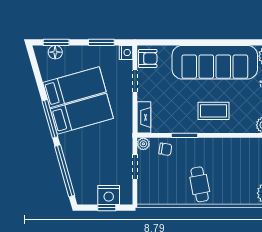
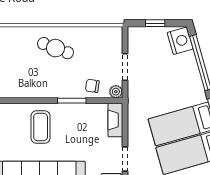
coffee table: (214, 111) -> (41, 127), turned 90
cafe table: (200, 184) -> (56, 48), turned -58
nightstand: (109, 195) -> (180, 41), moved, turned 74

